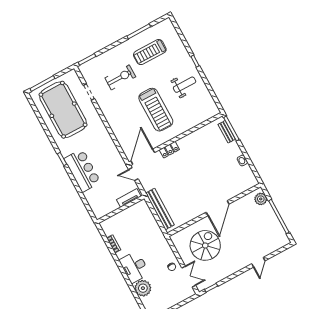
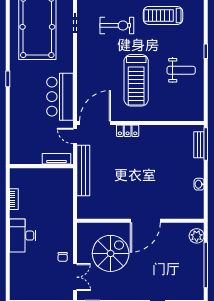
bar counter: (82, 171) -> (60, 97), moved, turned 180
bench: (160, 209) -> (83, 170), moved
plant: (143, 288) -> (20, 263), removed

